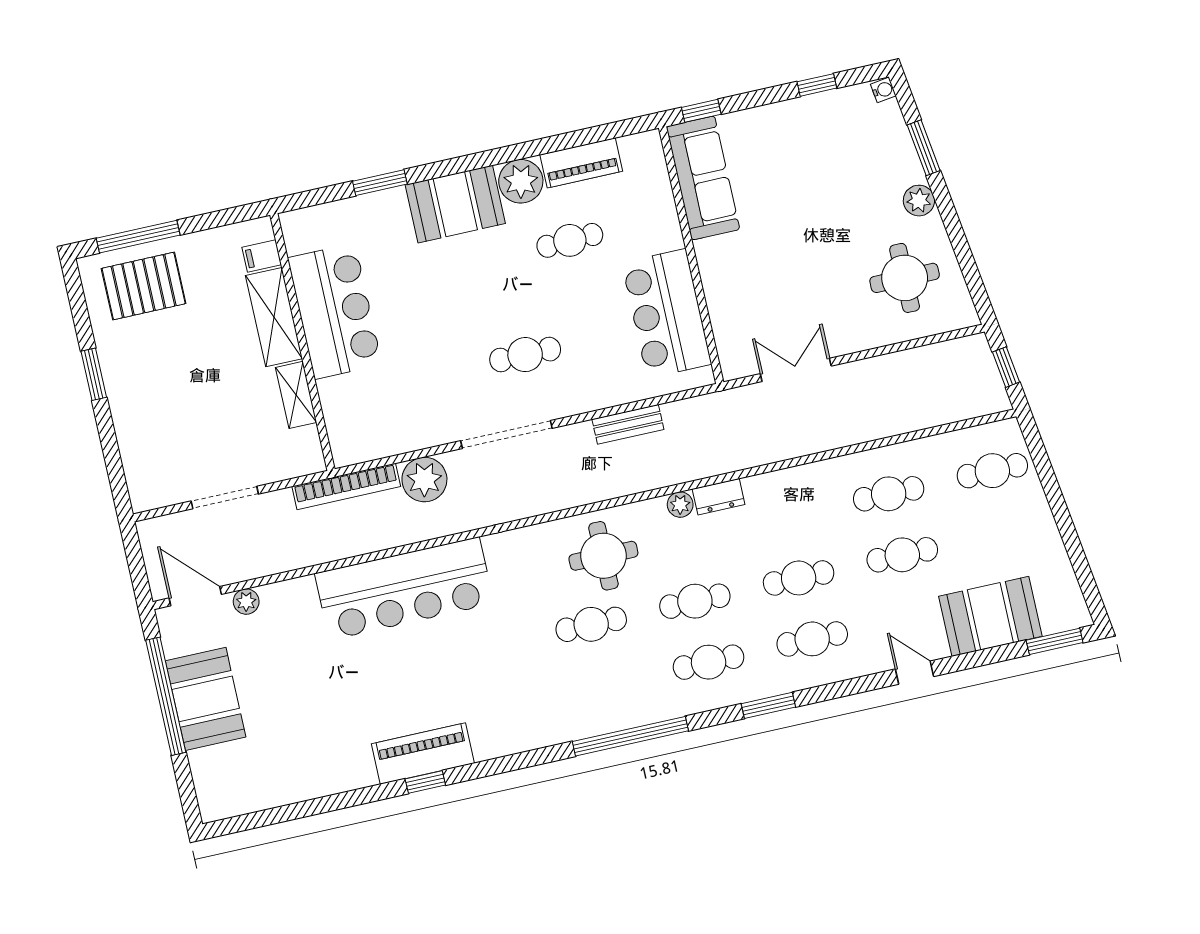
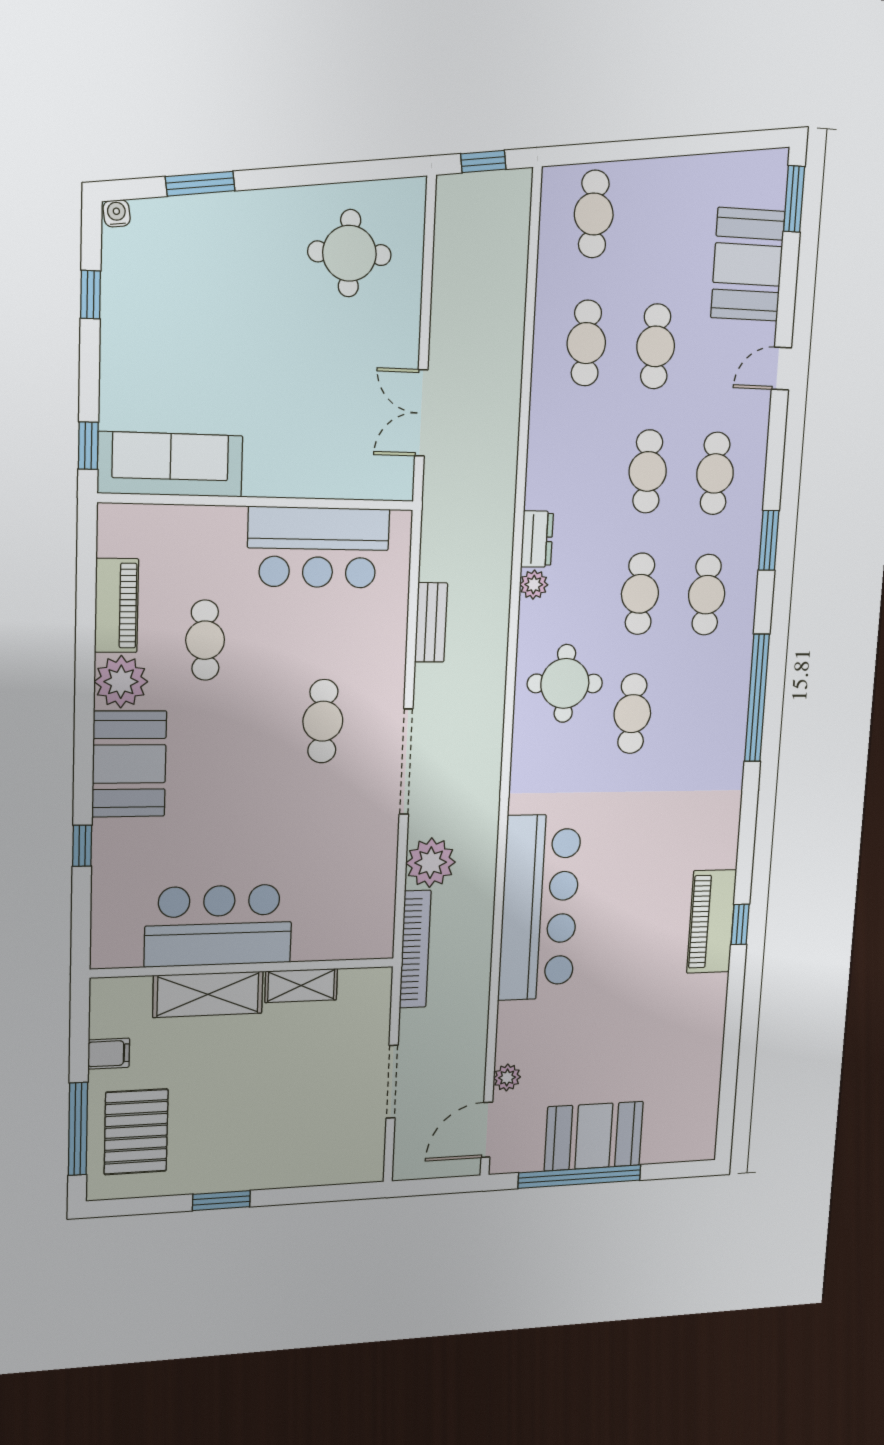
window: (380, 183) -> (82, 846), width x0.67
plant: (919, 201) -> (263, 209), removed
filing cabinet: (262, 256) -> (109, 1054), moved, turned -90

